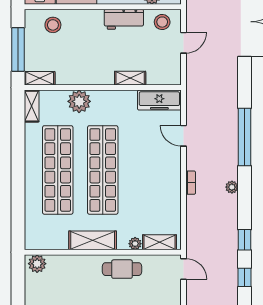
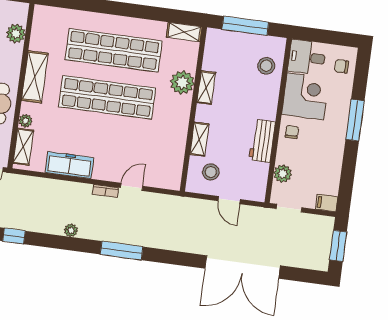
stool: (162, 22) -> (211, 172), moved
shelving: (40, 78) -> (206, 88), moved
freezer: (159, 100) -> (69, 165), moved, turned 90
window: (244, 137) -> (122, 251), width x0.68
bookcase: (191, 183) -> (106, 191), moved
plant: (37, 264) -> (16, 34), moved

